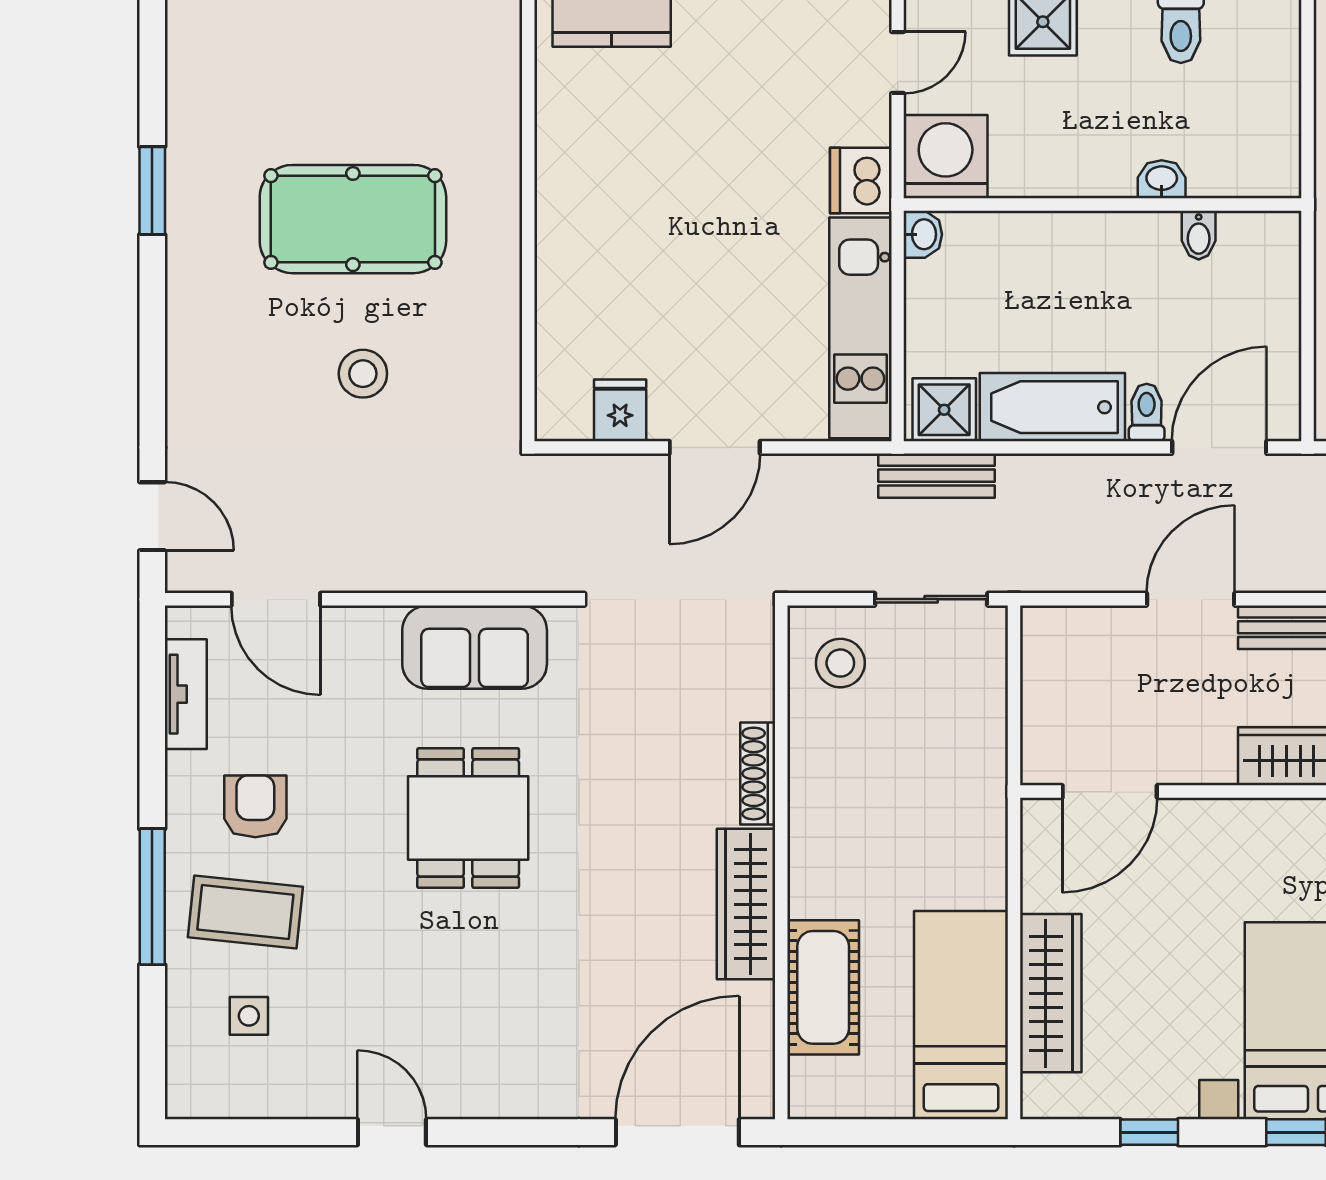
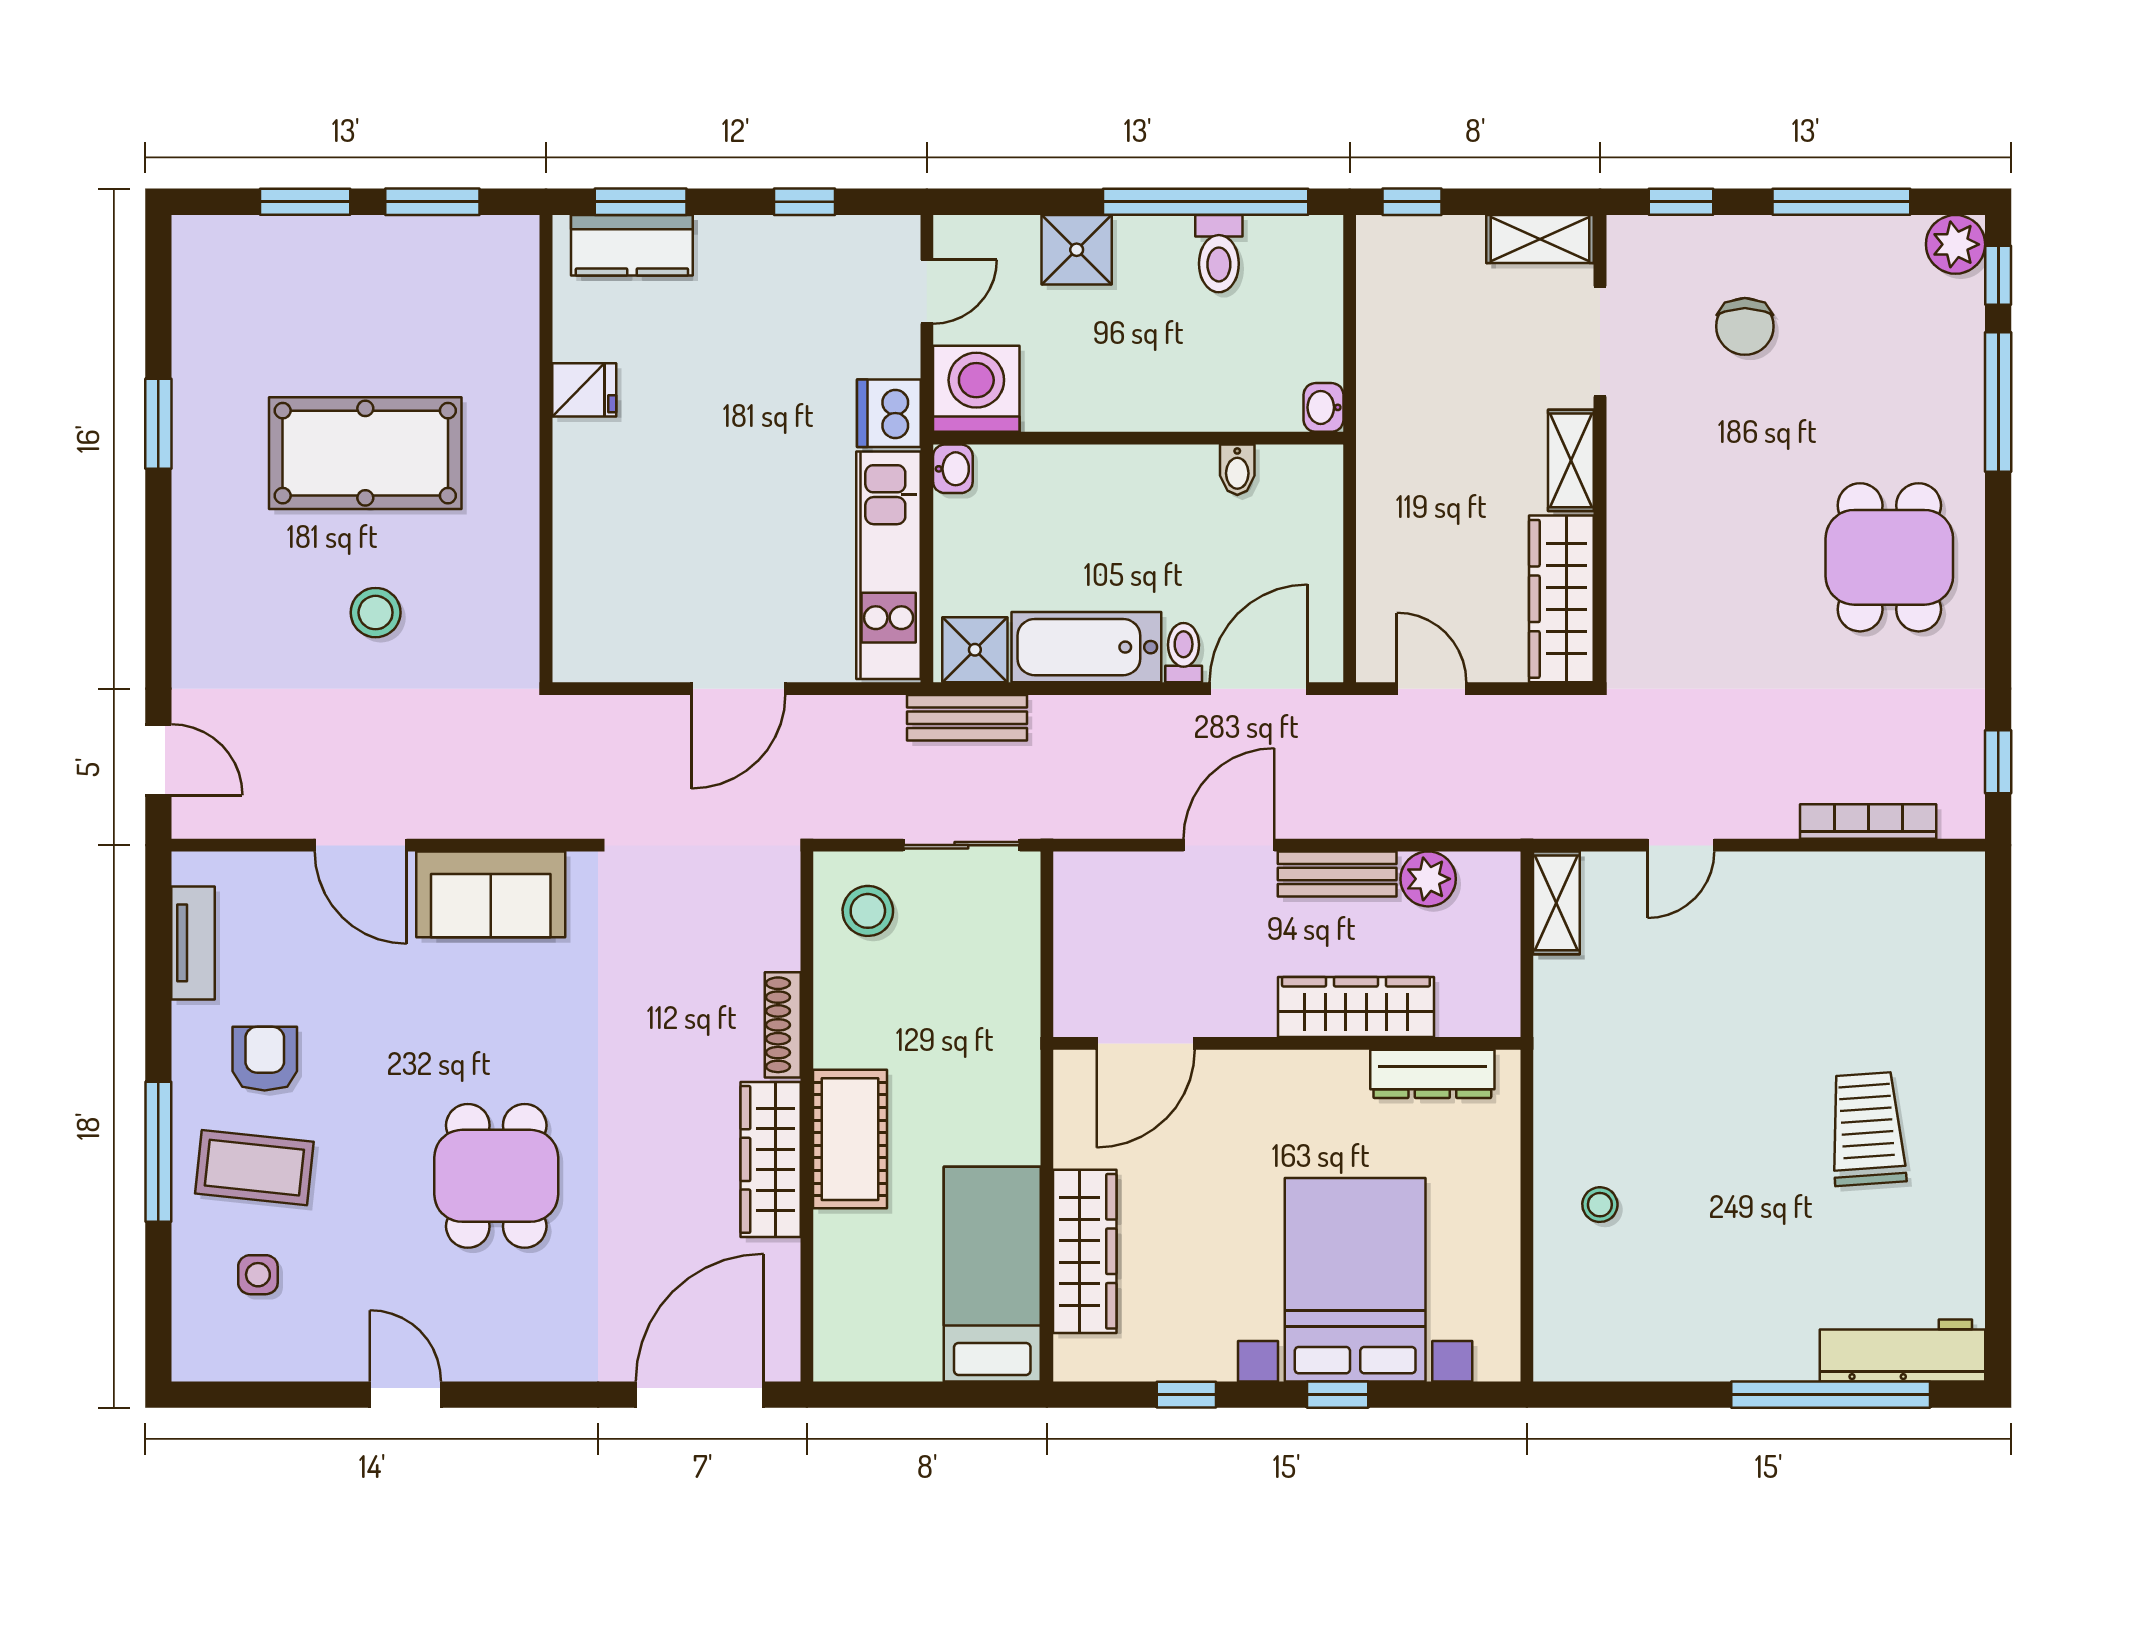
washbasin: (1162, 179) -> (1324, 407), moved, turned -90
fridge: (620, 410) -> (584, 390), moved, turned 90
door: (276, 599) -> (361, 845), moved
dining table: (468, 818) -> (496, 1176), moved
cot: (823, 987) -> (850, 1139), moved

